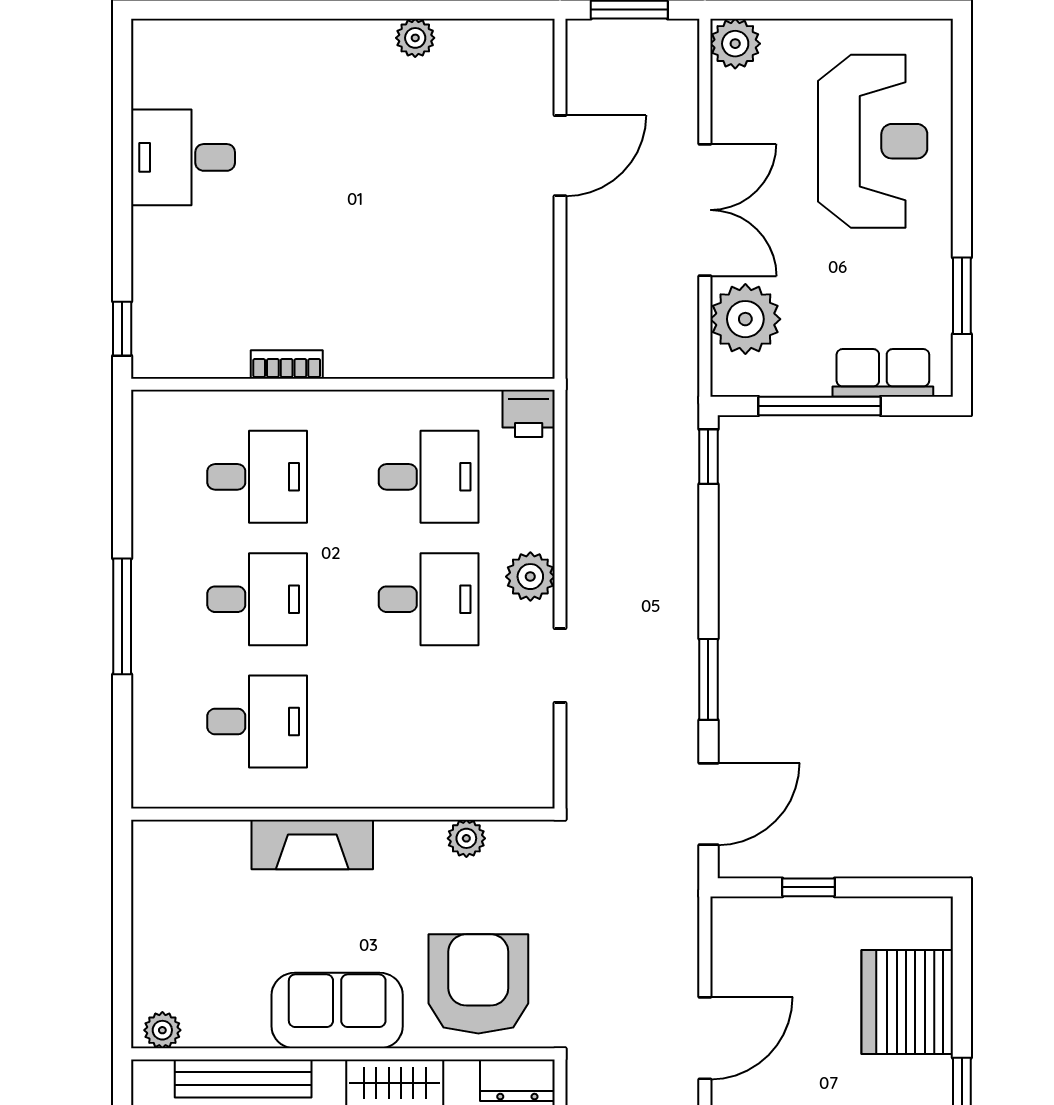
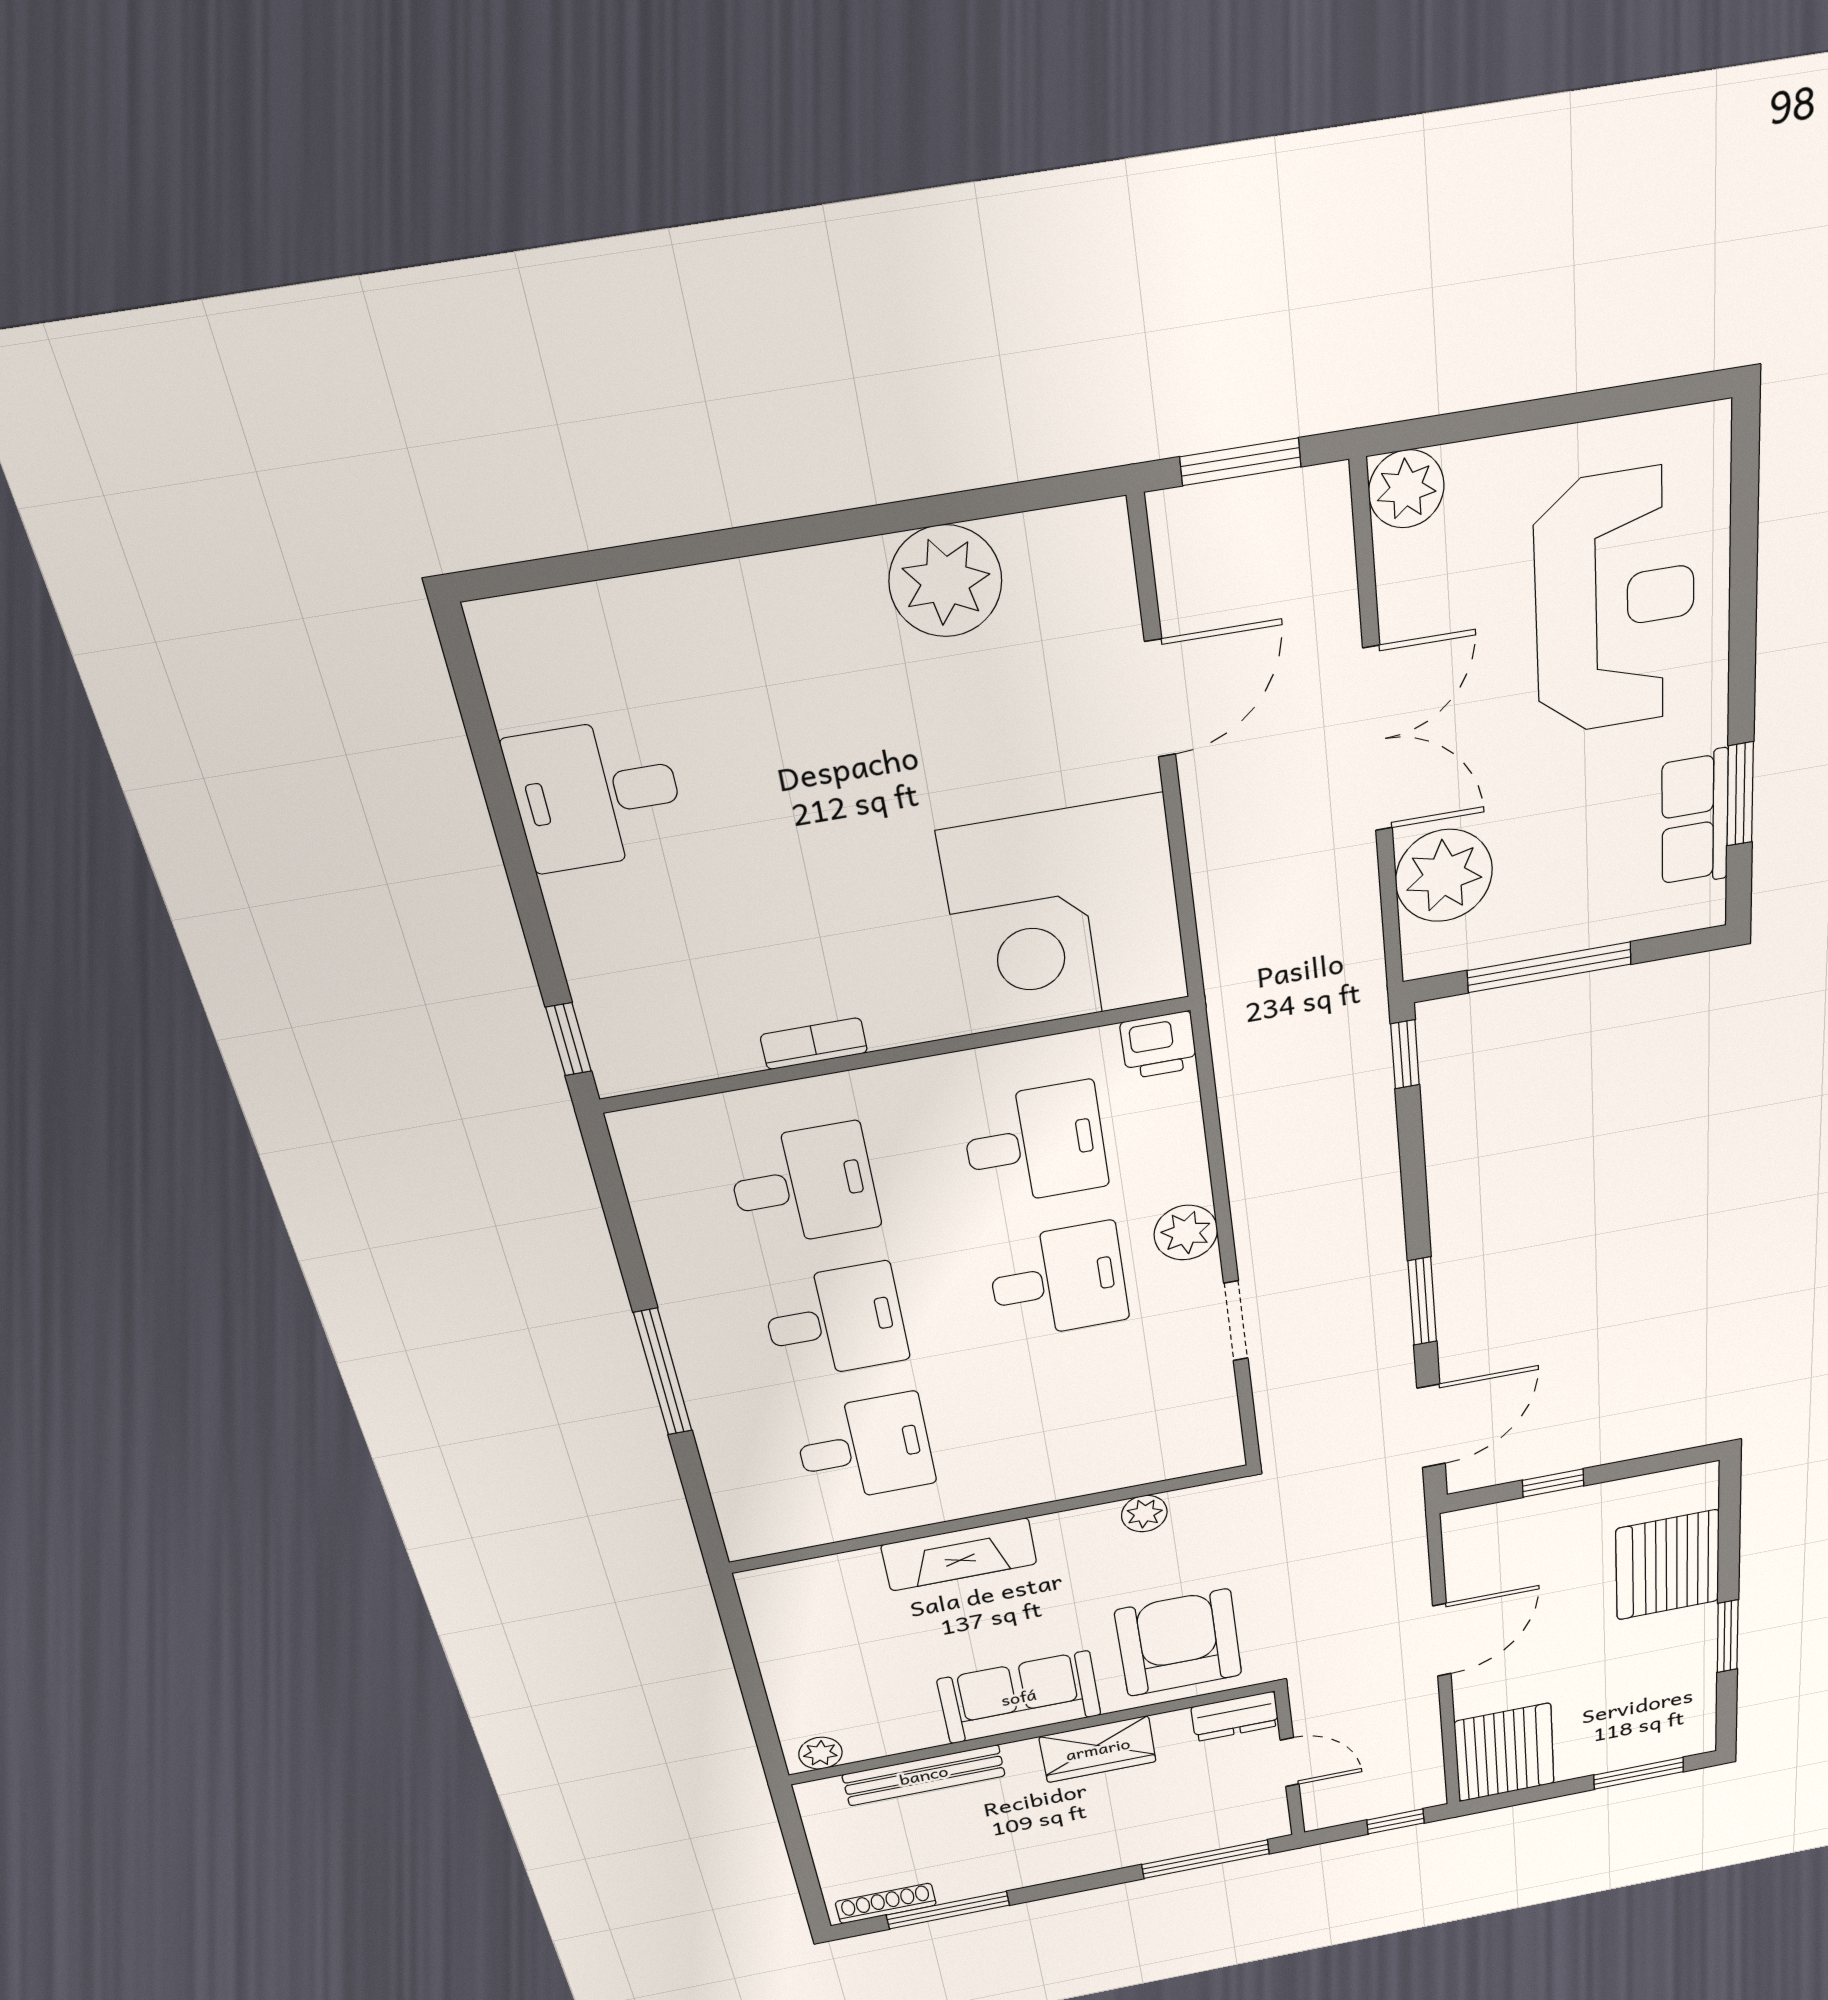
plant: (415, 38) -> (945, 581), width x1.88, depth x1.88
corner desk: (476, 300) -> (1065, 916), added
row of seats: (883, 373) -> (1695, 819), moved, turned -90

